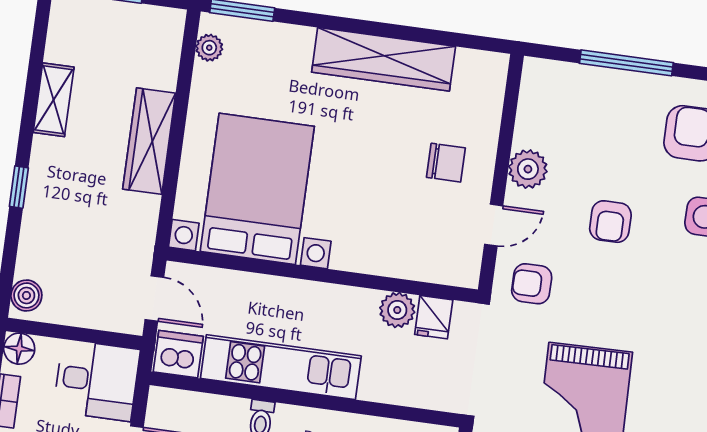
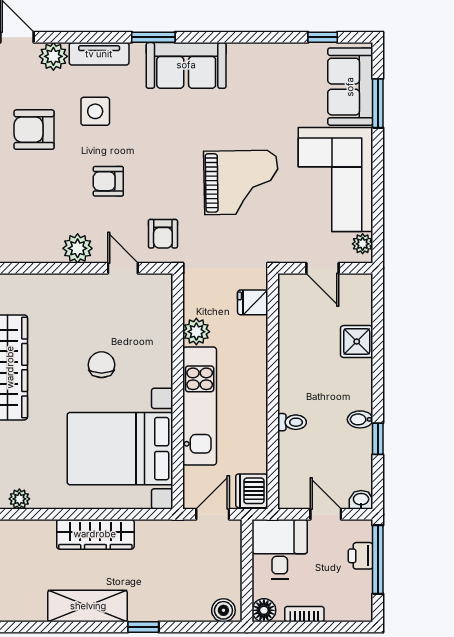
shelving: (54, 100) -> (88, 606), width x1.50, depth x1.33
chair: (446, 163) -> (102, 365), moved
armchair: (610, 222) -> (108, 181), turned 180
fridge: (434, 317) -> (253, 302), moved, turned 180
kitchen unit: (281, 367) -> (200, 406), moved, turned 180

